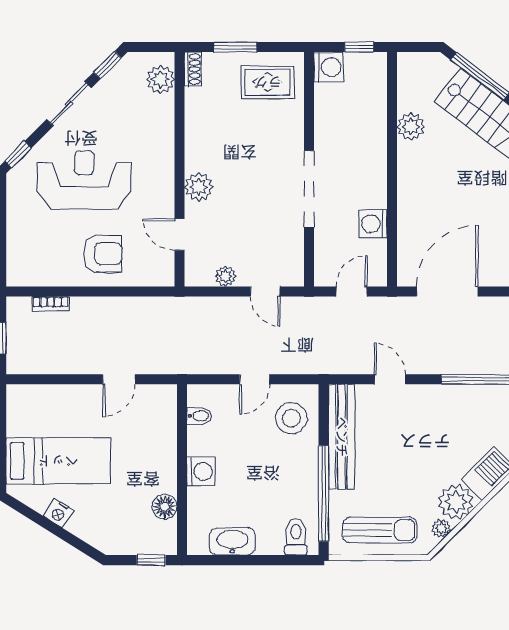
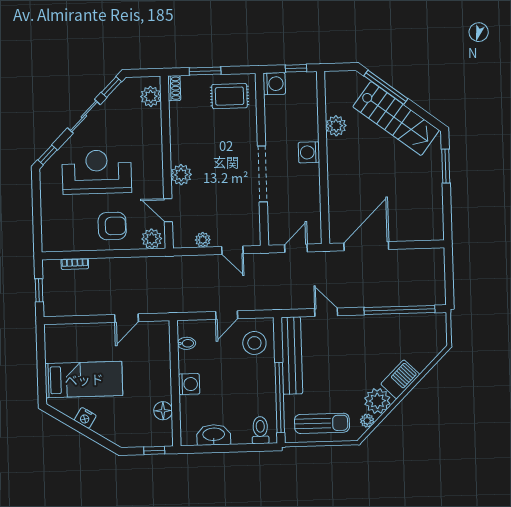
washing machine: (373, 224) -> (309, 152), moved
plant: (156, 273) -> (152, 239), added

